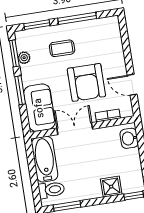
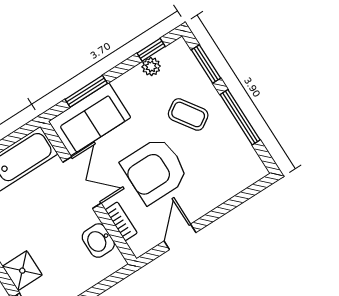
coffee table: (62, 48) -> (188, 114), turned -34
window: (14, 53) -> (151, 50), width x0.67
window: (20, 90) -> (86, 91), moved
washbasin: (129, 138) -> (98, 241), moved, turned -90

